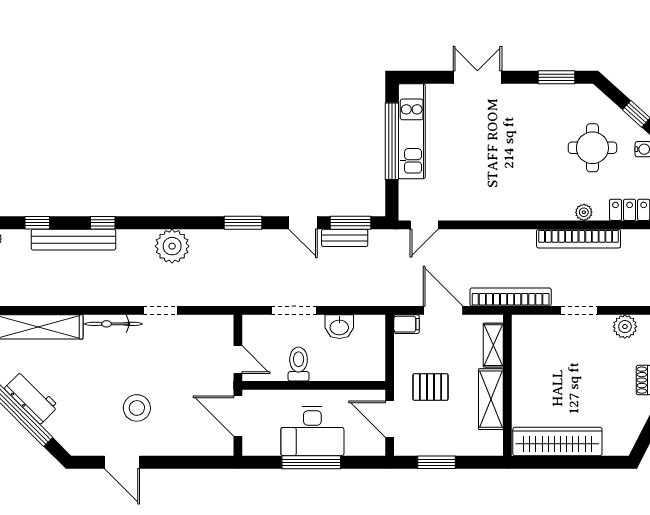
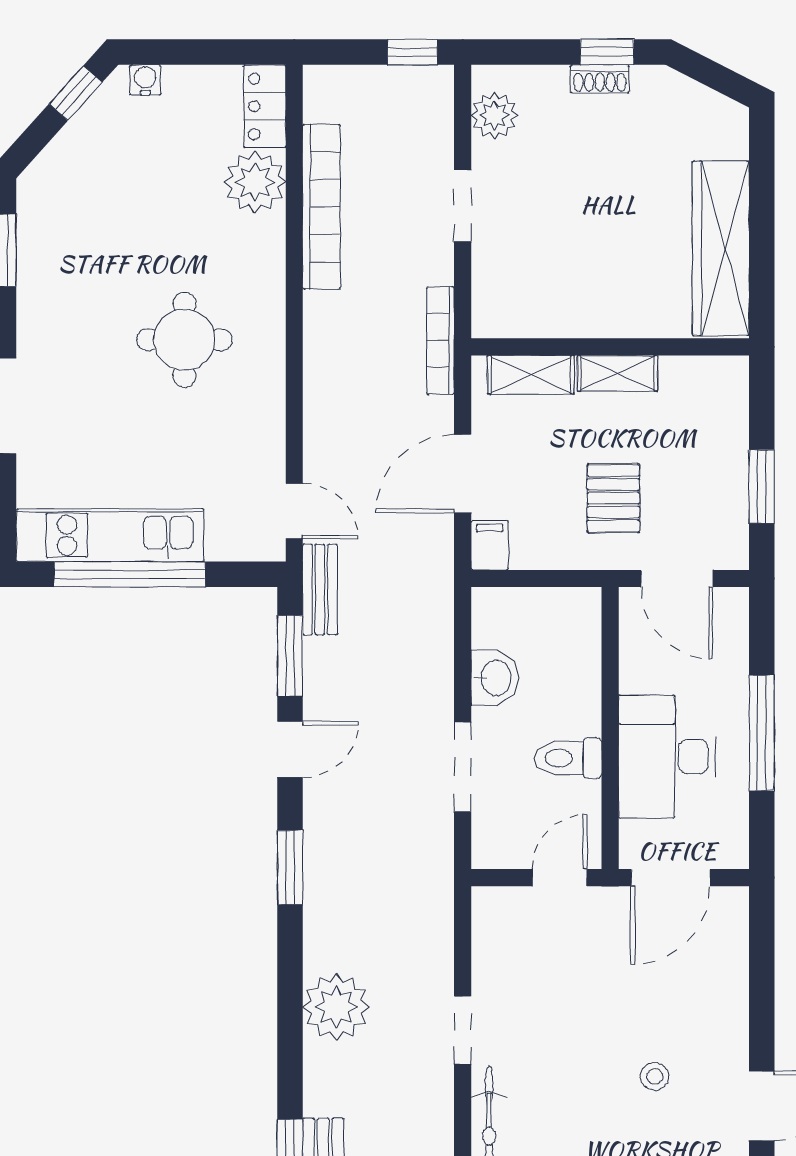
round table: (592, 148) -> (184, 340), moved
plant: (584, 212) -> (255, 182), width x1.88, depth x1.88
bench: (345, 238) -> (320, 590), moved
bookcase: (511, 297) -> (440, 341), width x0.68, depth x0.76
shelving: (491, 399) -> (617, 373), width x0.67, depth x0.75
stool: (137, 408) -> (655, 1076), width x0.53, depth x0.53
door: (390, 419) -> (677, 579), hinge flipped
desk: (312, 431) -> (667, 757), moved, turned 180

